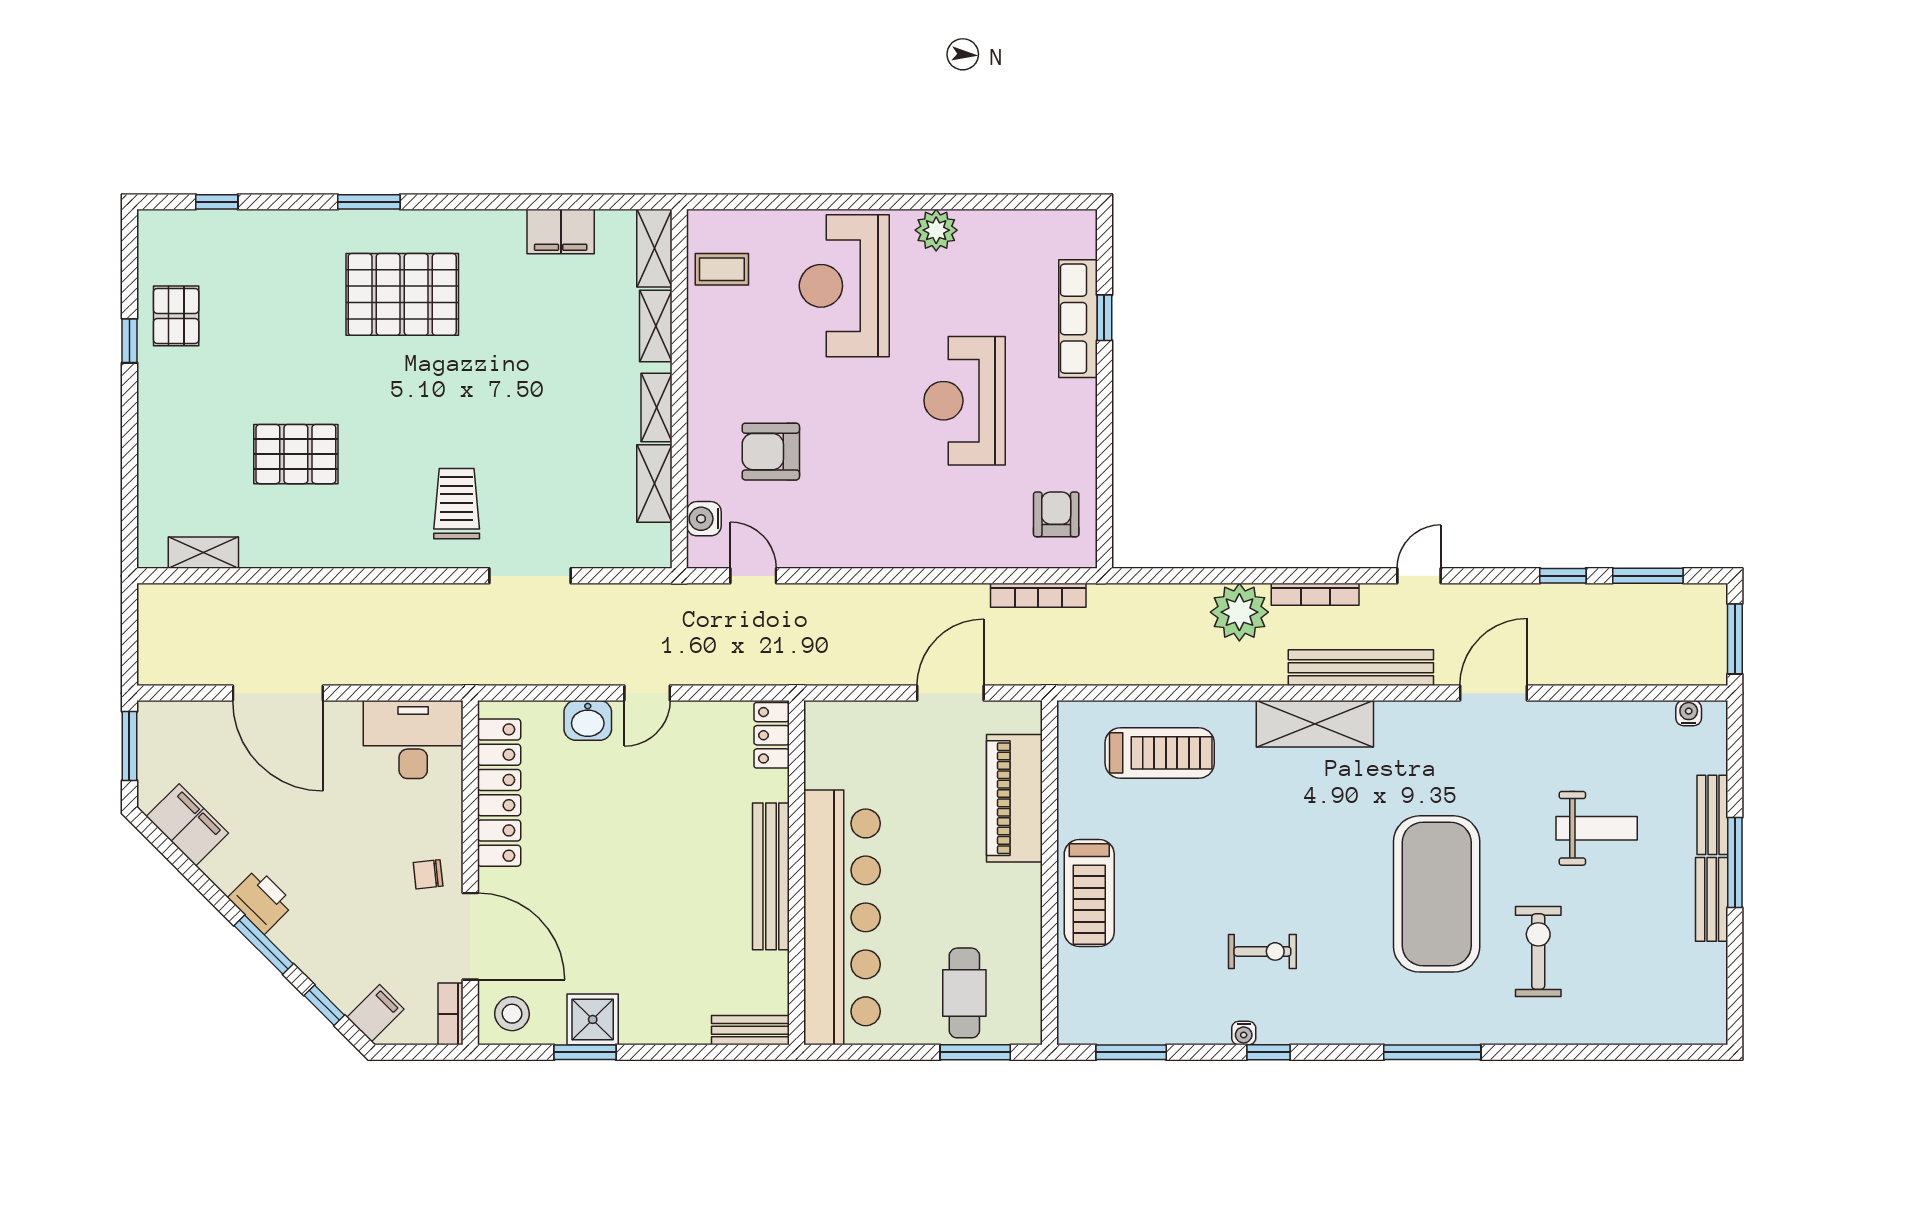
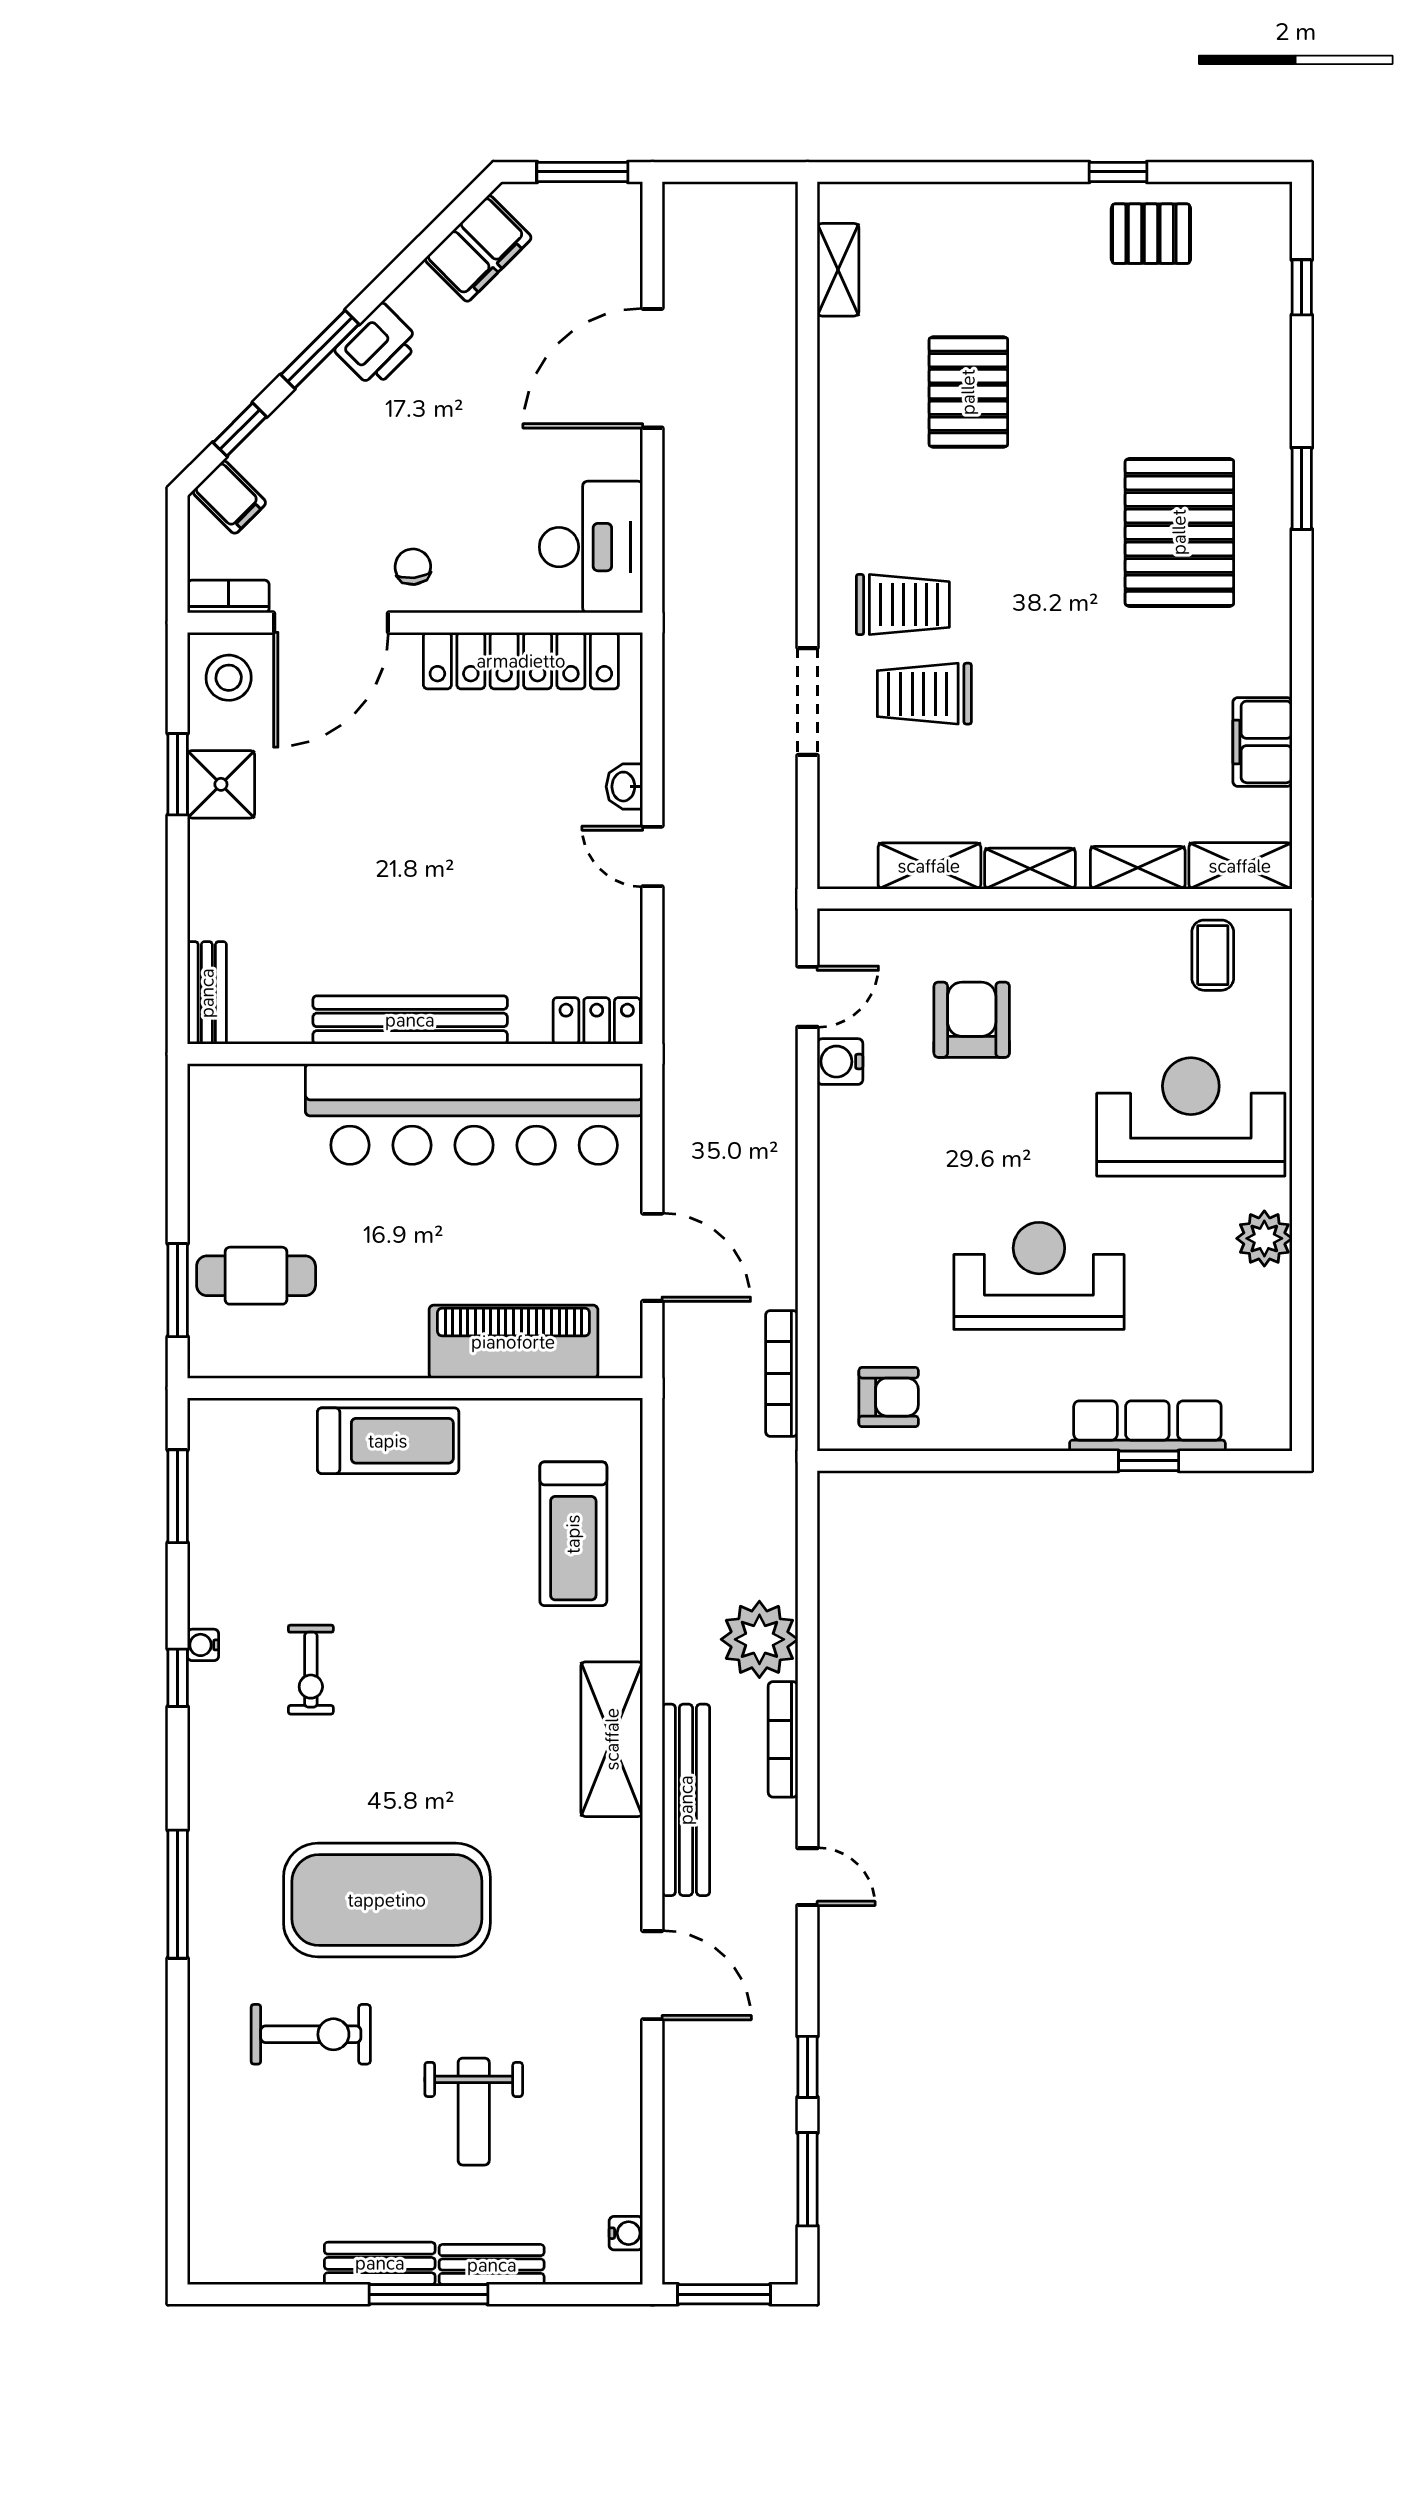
trolley: (524, 487) -> (924, 694), added
water cooler: (704, 519) -> (840, 1062), moved, turned -90
washbasin: (588, 720) -> (624, 787), width x0.72, depth x0.69
treadmill: (1089, 893) -> (388, 1441), turned 180
bar counter: (842, 917) -> (474, 1114), moved

